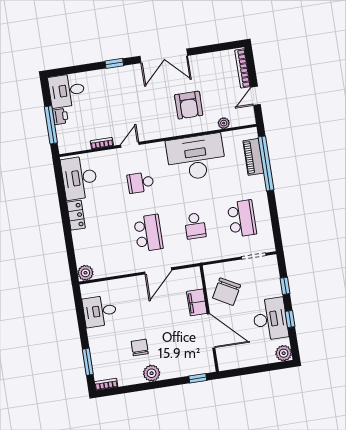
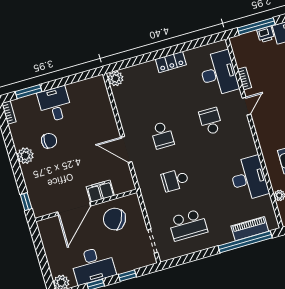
door: (130, 145) -> (246, 106), hinge flipped
desk: (196, 157) -> (249, 178), width x0.73, depth x0.77
desk: (79, 178) -> (219, 73), moved, turned 90
school desk: (148, 233) -> (162, 135), width x0.54
desk: (100, 311) -> (55, 104), moved

